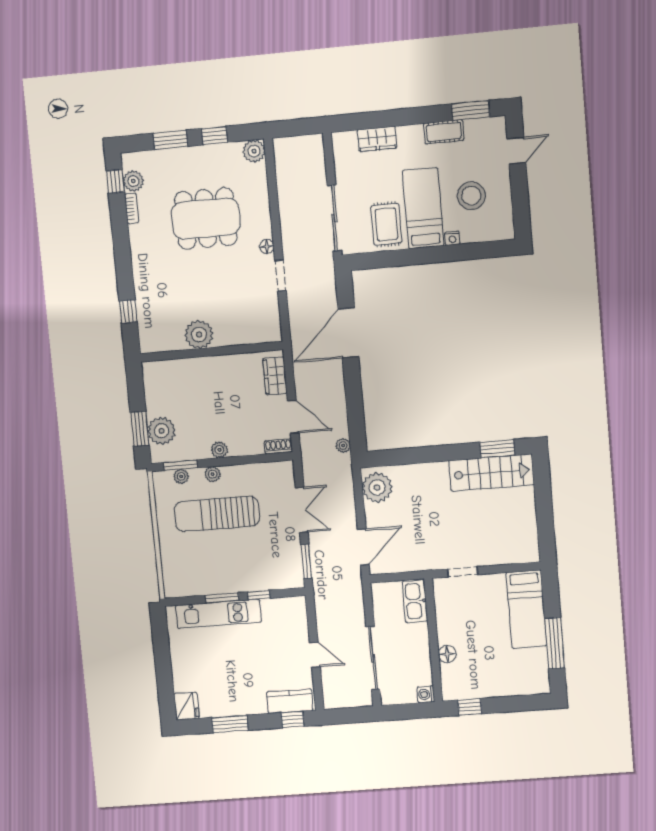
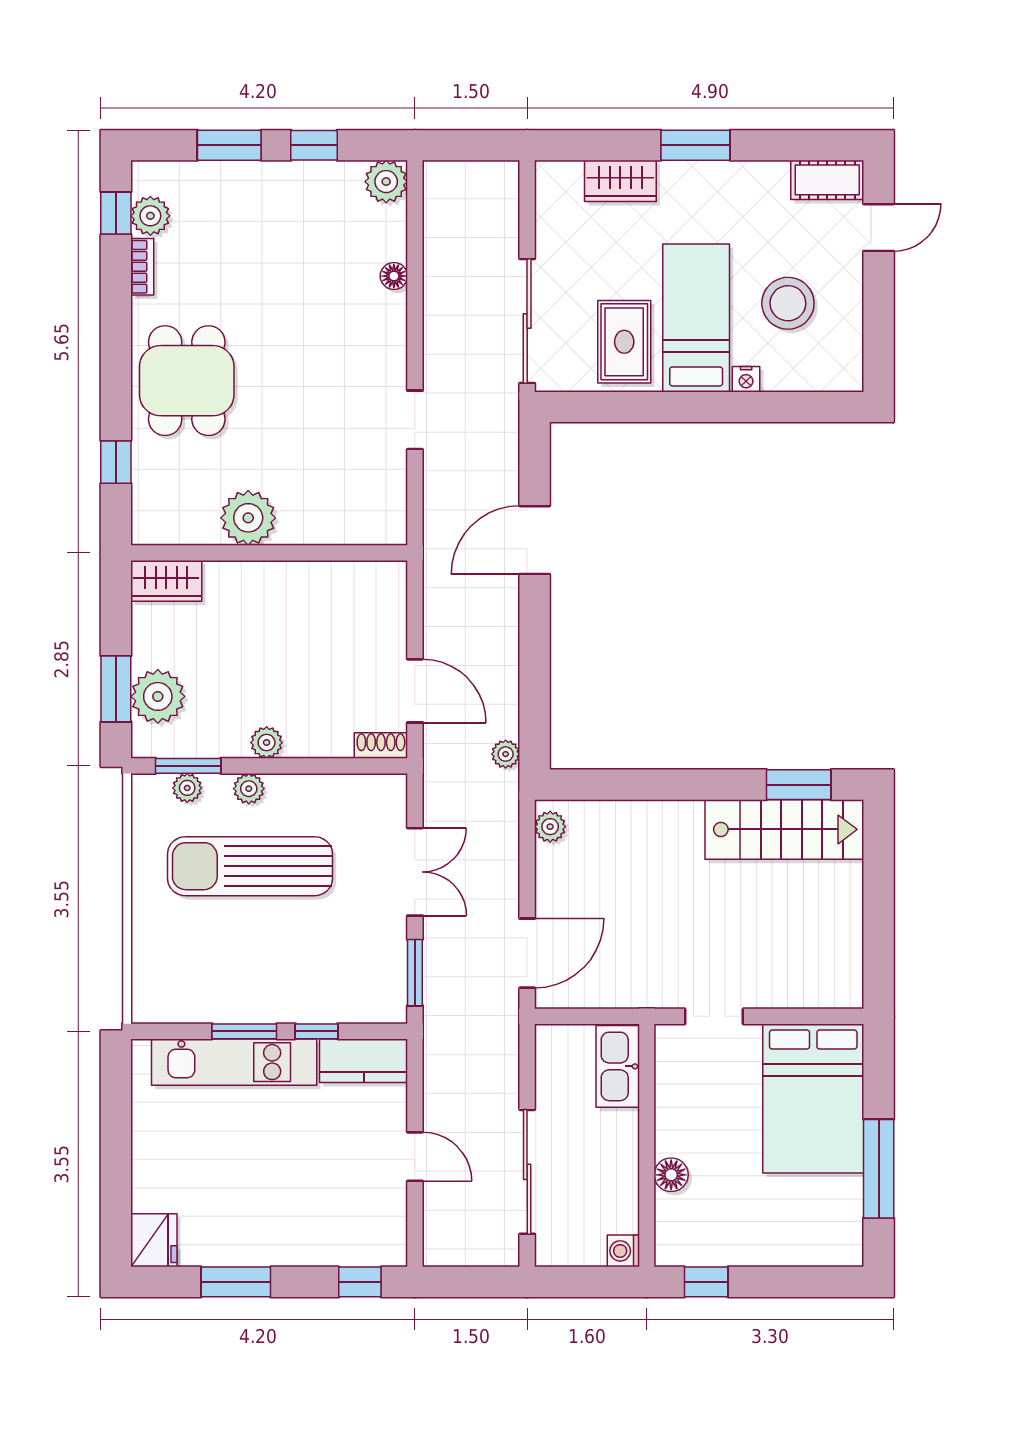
window: (471, 110) -> (695, 145), moved
cot: (444, 132) -> (827, 180), moved
dining table: (206, 219) -> (187, 381), moved, width x0.73
floor lamp: (267, 246) -> (394, 276), moved
door: (348, 333) -> (535, 540), width x0.73
wardrobe: (275, 376) -> (166, 581), moved, turned -90
plant: (377, 487) -> (550, 827), width x0.53, depth x0.53
bed: (526, 609) -> (813, 1098), width x1.50
kitchen counter: (290, 701) -> (364, 1061), moved, turned 180

